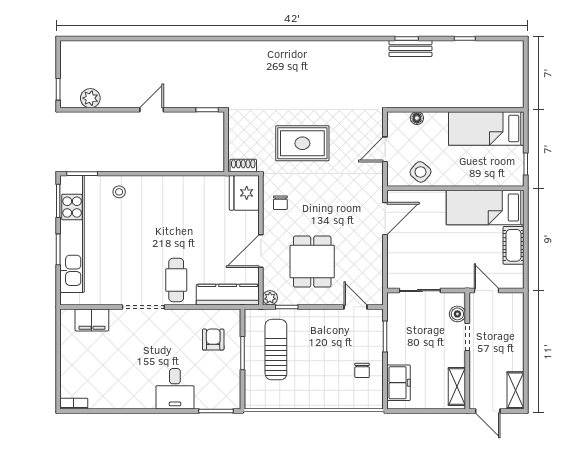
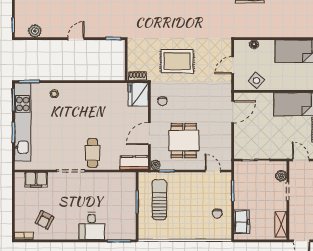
kitchen counter: (228, 295) -> (134, 163), width x0.67
armchair: (213, 340) -> (44, 220), moved, turned -153

